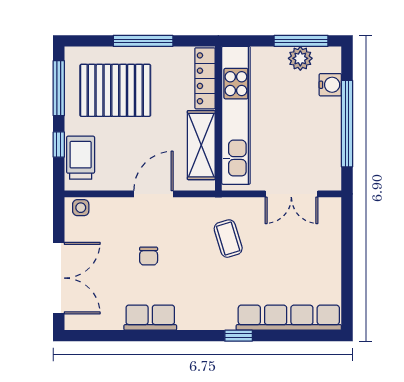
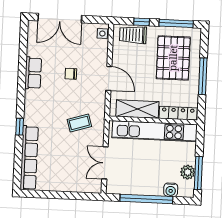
trolley: (81, 158) -> (133, 35), turned 180

